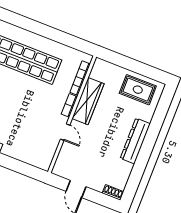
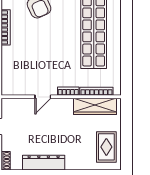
wardrobe: (88, 101) -> (95, 106), moved
dresser: (135, 141) -> (44, 163), moved

